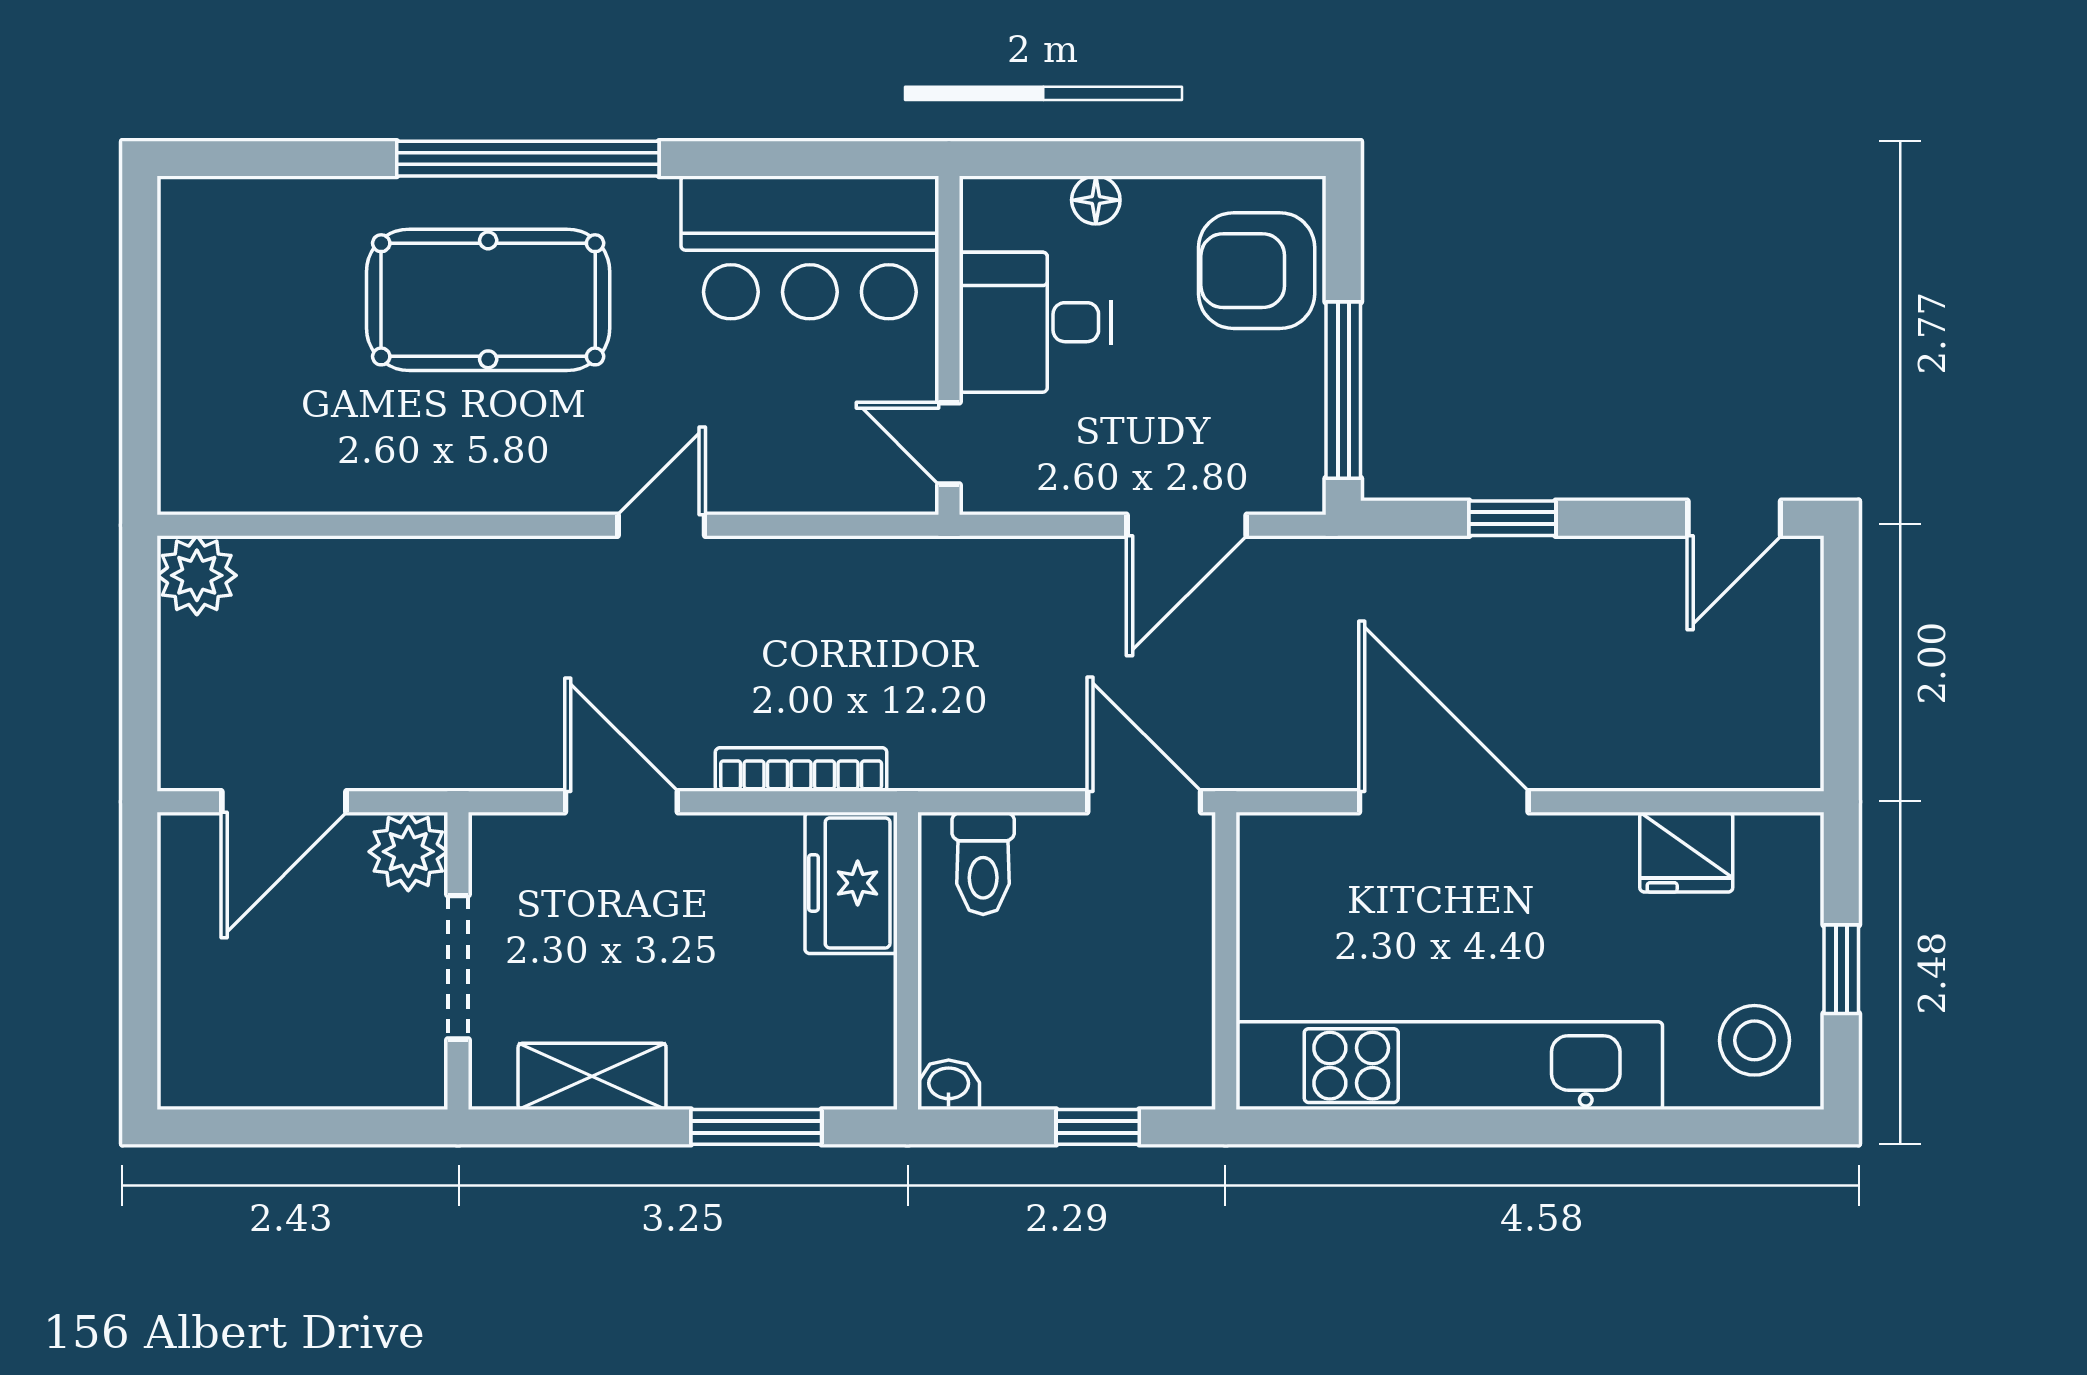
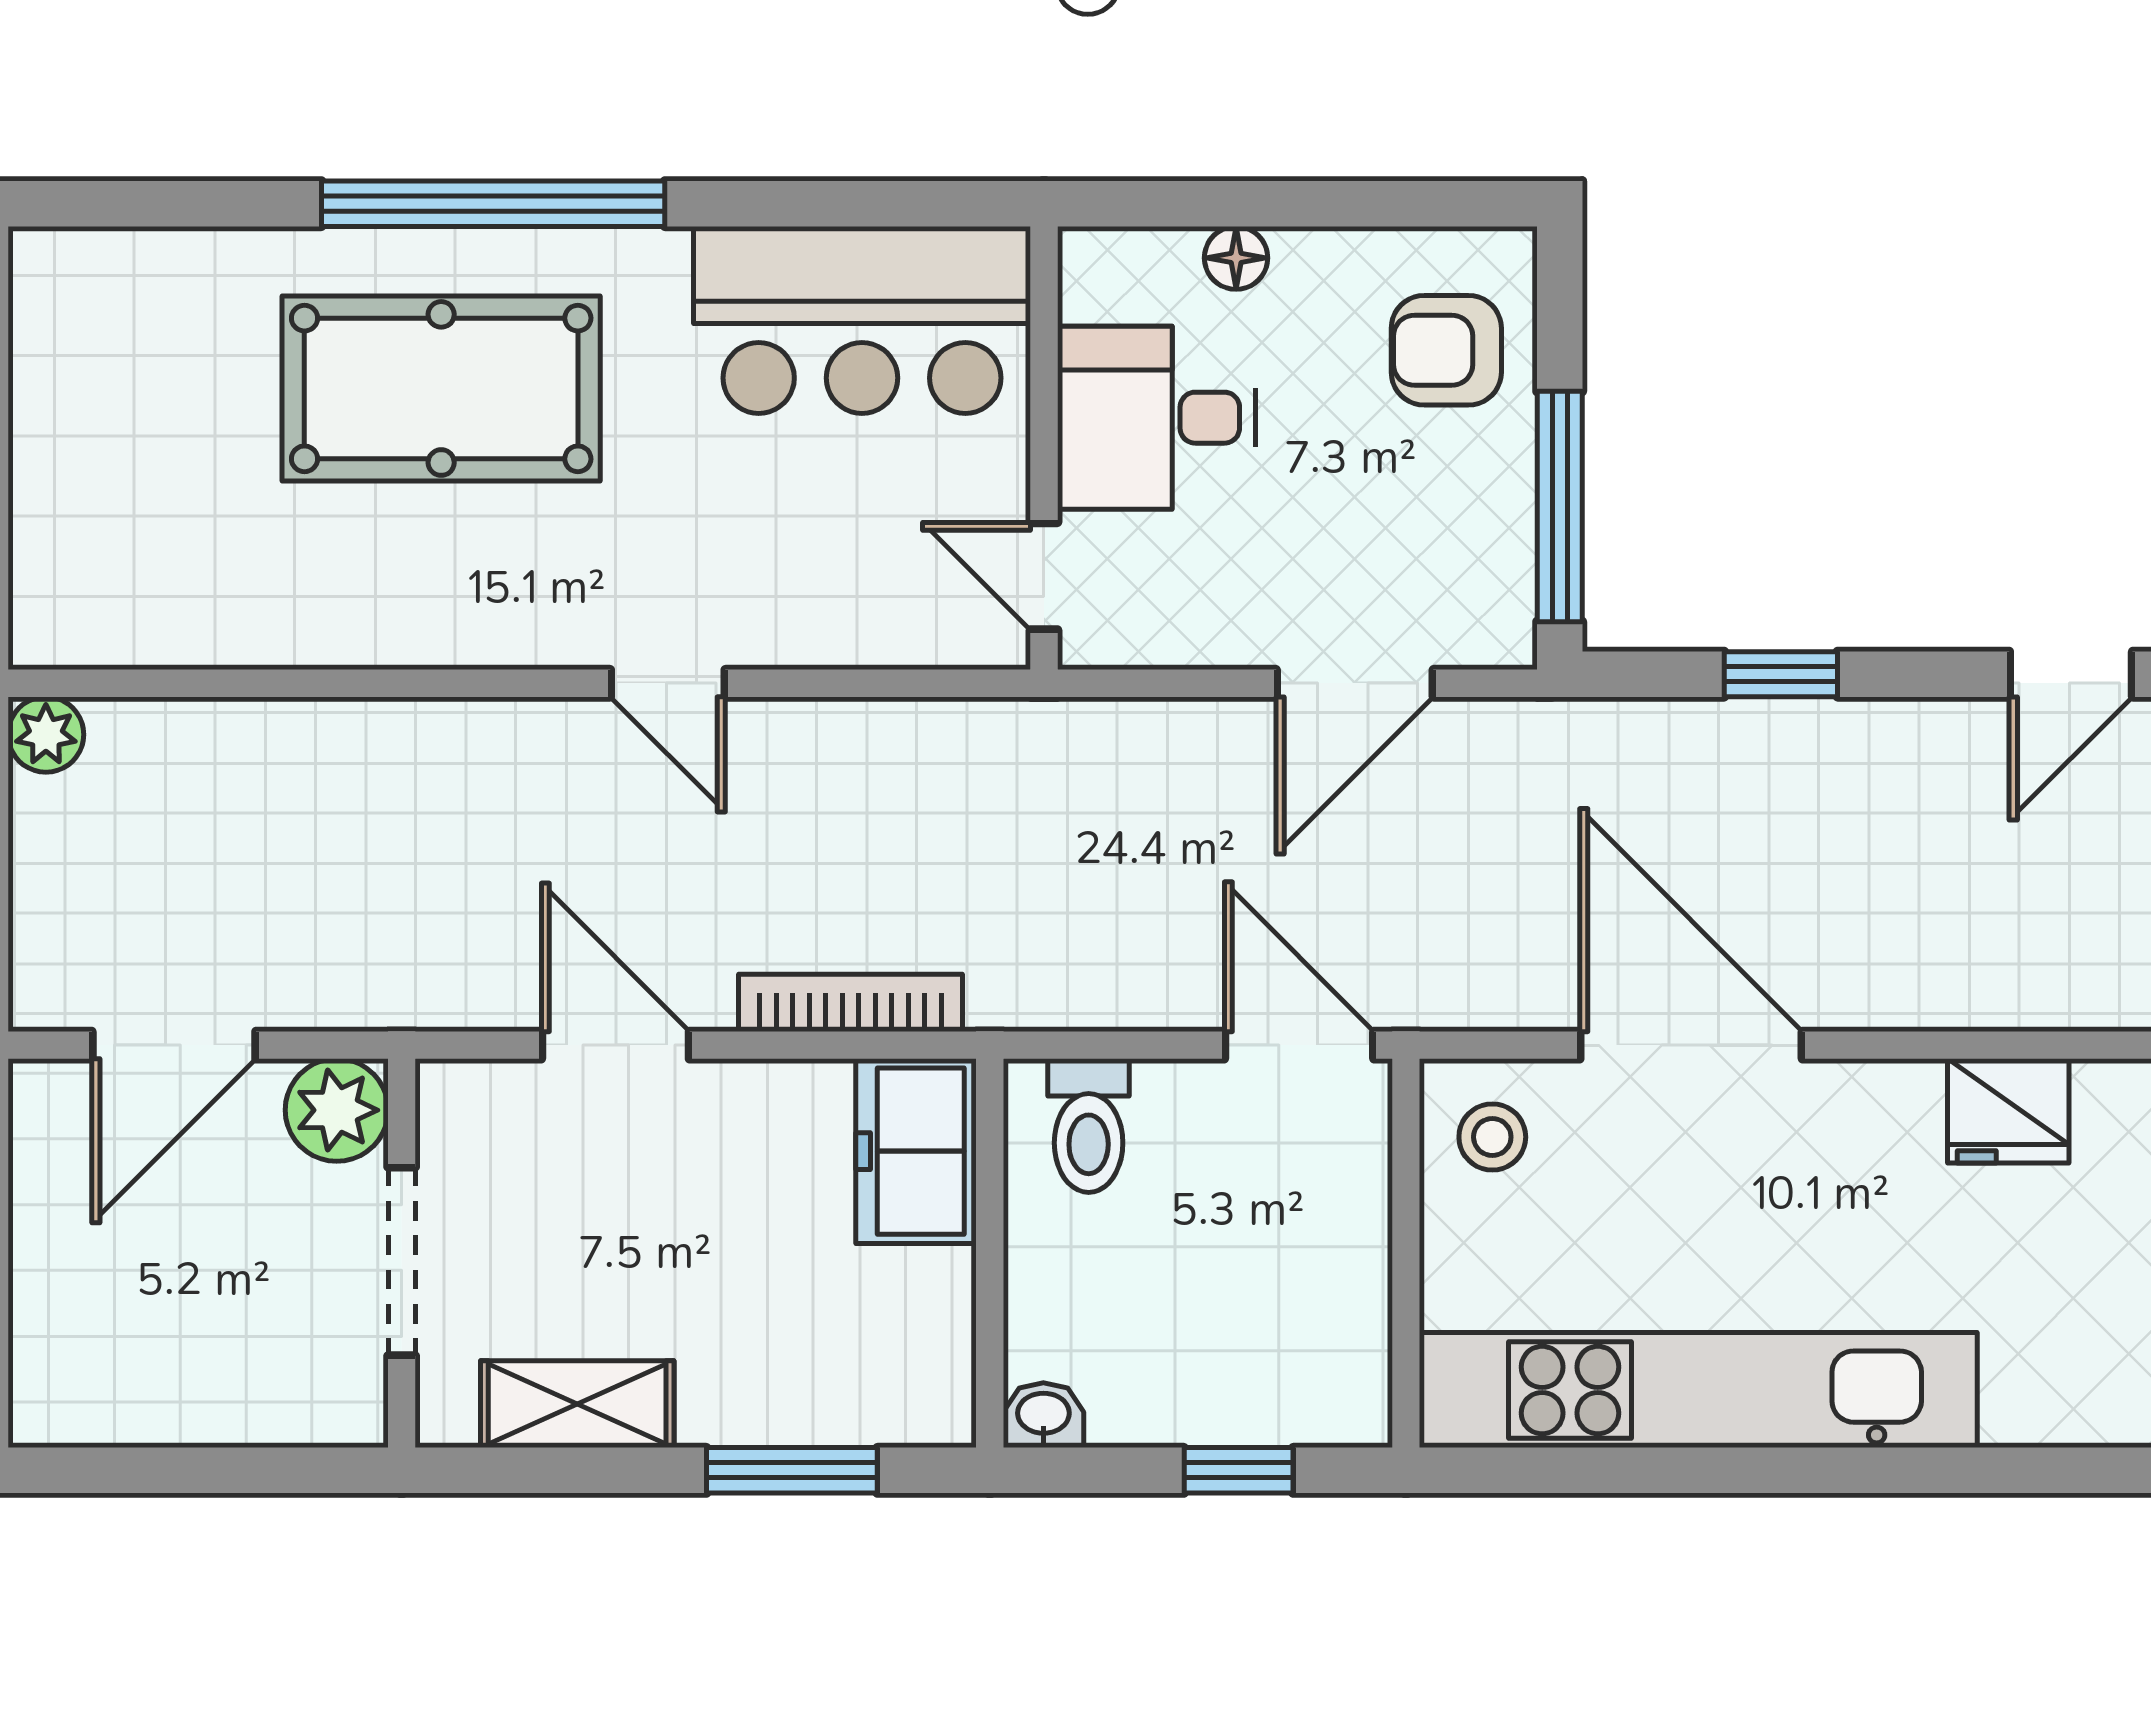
armchair: (1257, 271) -> (1446, 350), width x0.72, depth x0.72
door: (661, 525) -> (668, 683), swing flipped
plant: (197, 575) -> (46, 735), width x0.73, depth x0.73
stool: (1754, 1040) -> (1492, 1137), moved, width x0.73, depth x0.73

